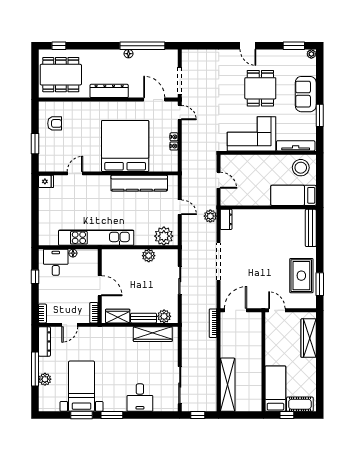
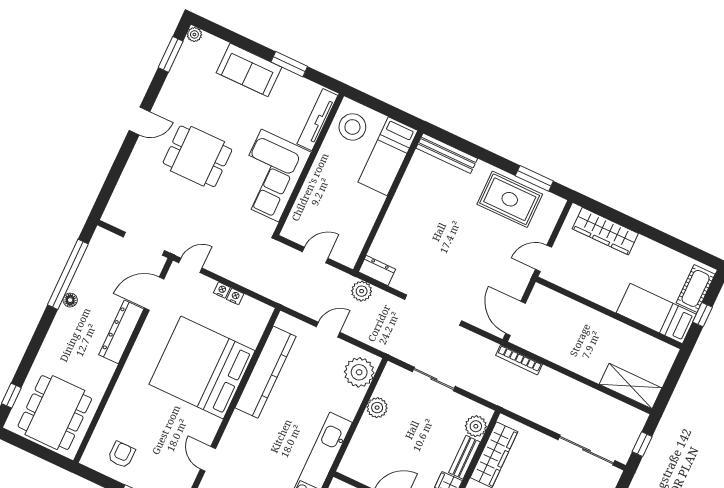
dining table: (260, 88) -> (197, 156), moved
dresser: (109, 91) -> (121, 332), moved
shelving: (228, 385) -> (631, 386), width x0.68

